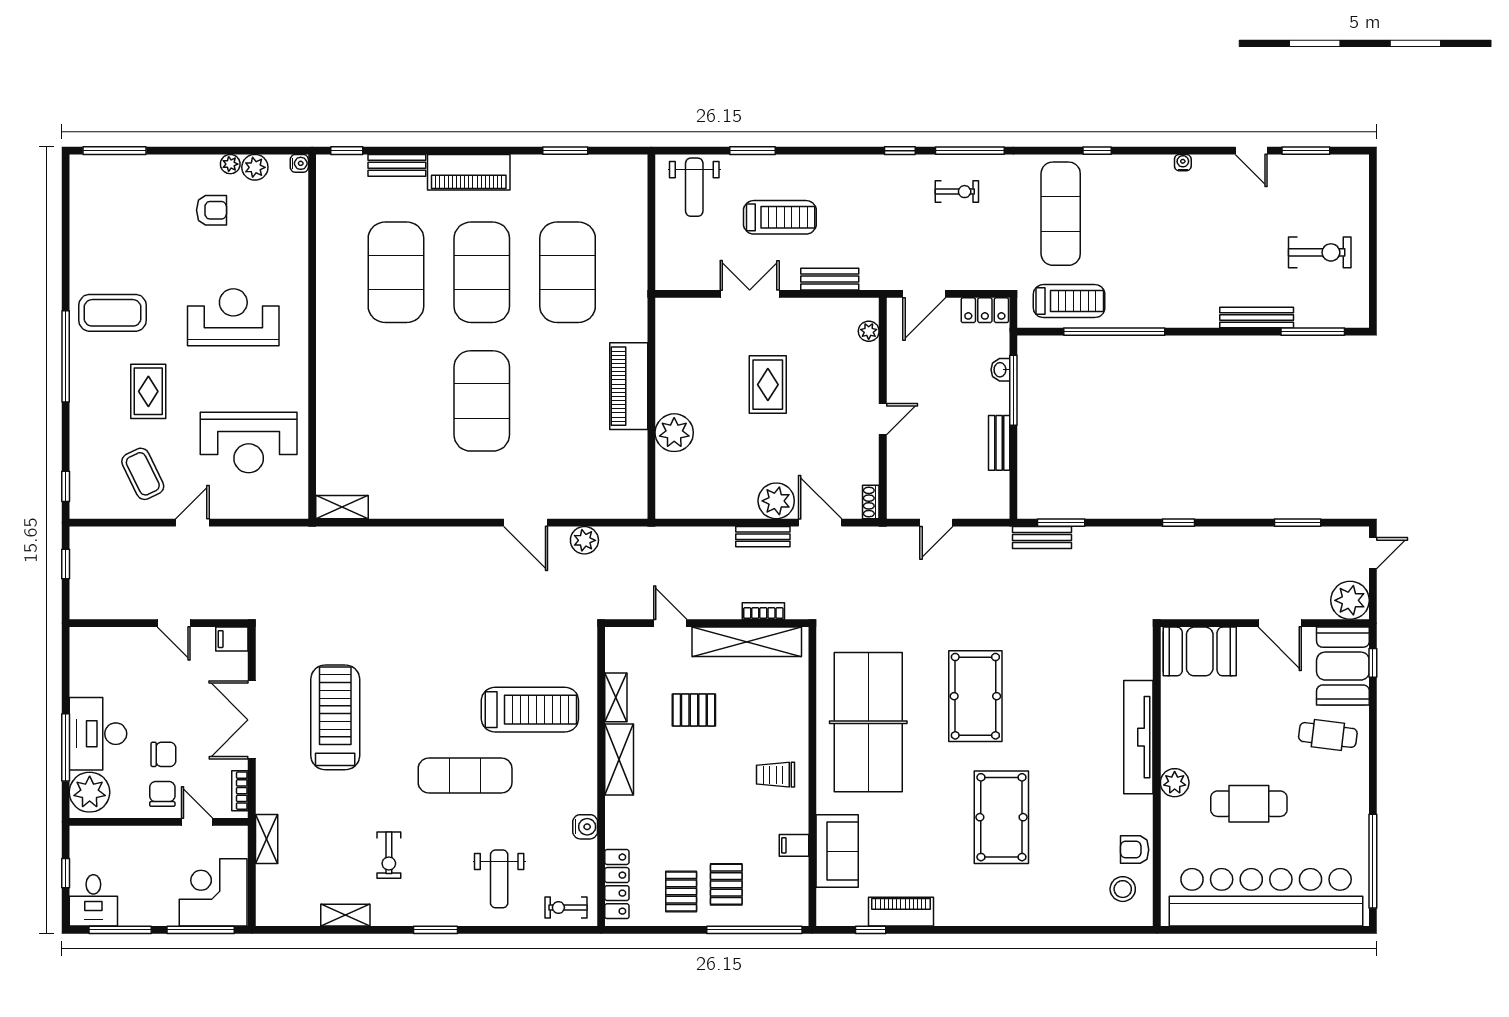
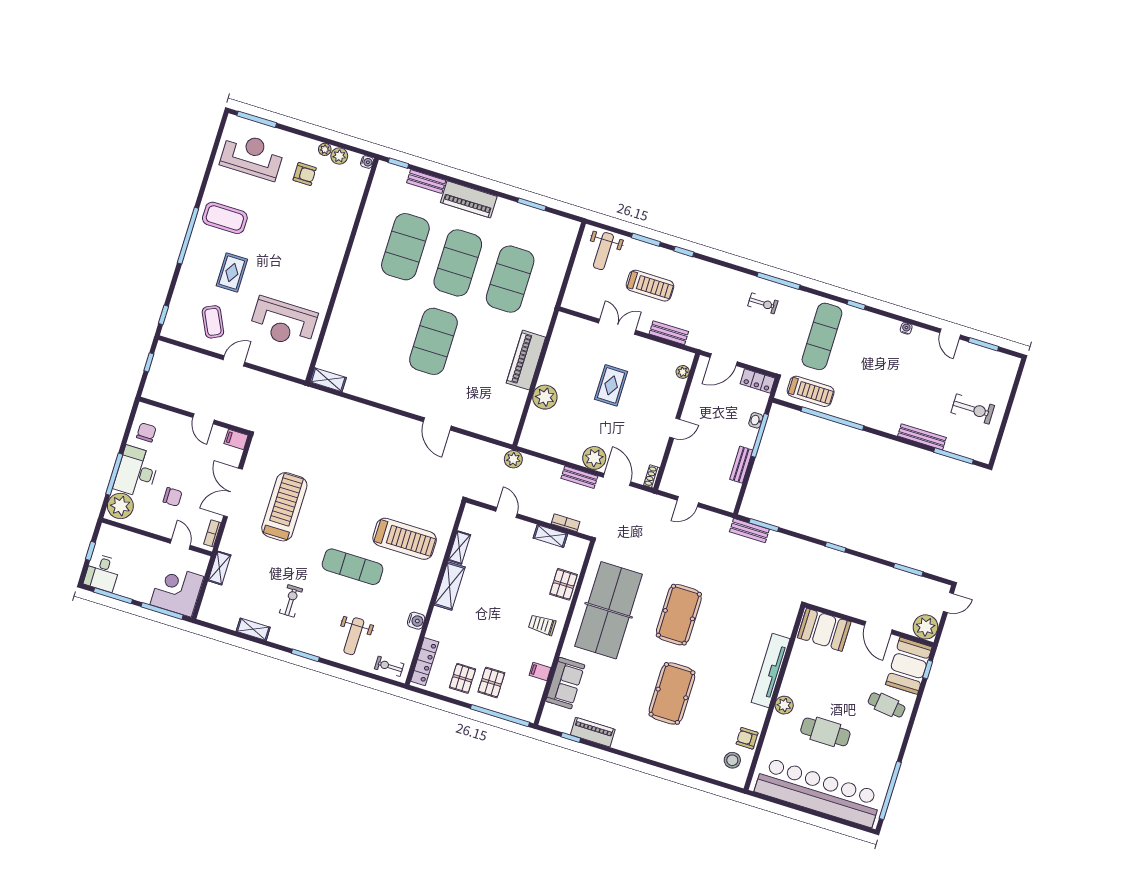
window: (900, 151) -> (684, 252), moved
reception desk: (233, 317) -> (252, 156), moved
plant: (584, 540) -> (513, 459), moved
shelving: (747, 642) -> (550, 536), width x0.45, depth x0.75
pallet: (694, 710) -> (564, 584), moved, turned 90
chair: (162, 794) -> (146, 432), moved
exercise bike: (389, 855) -> (291, 601), turned 180

